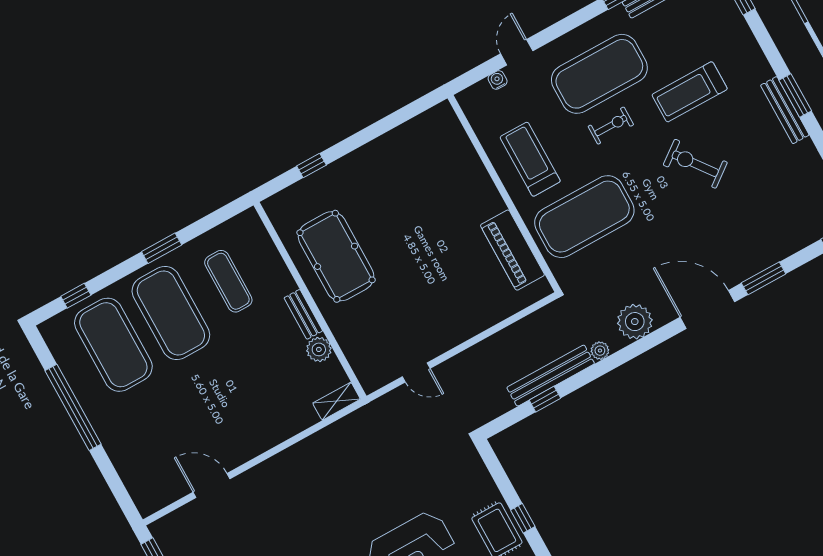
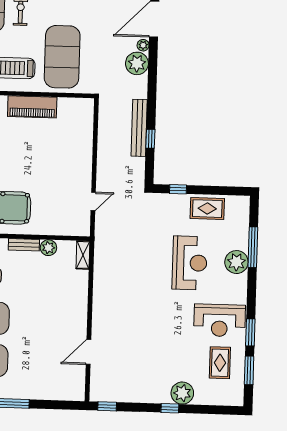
piano: (512, 250) -> (32, 107), moved
plant: (600, 351) -> (143, 45), moved
window: (523, 518) -> (178, 189), moved

